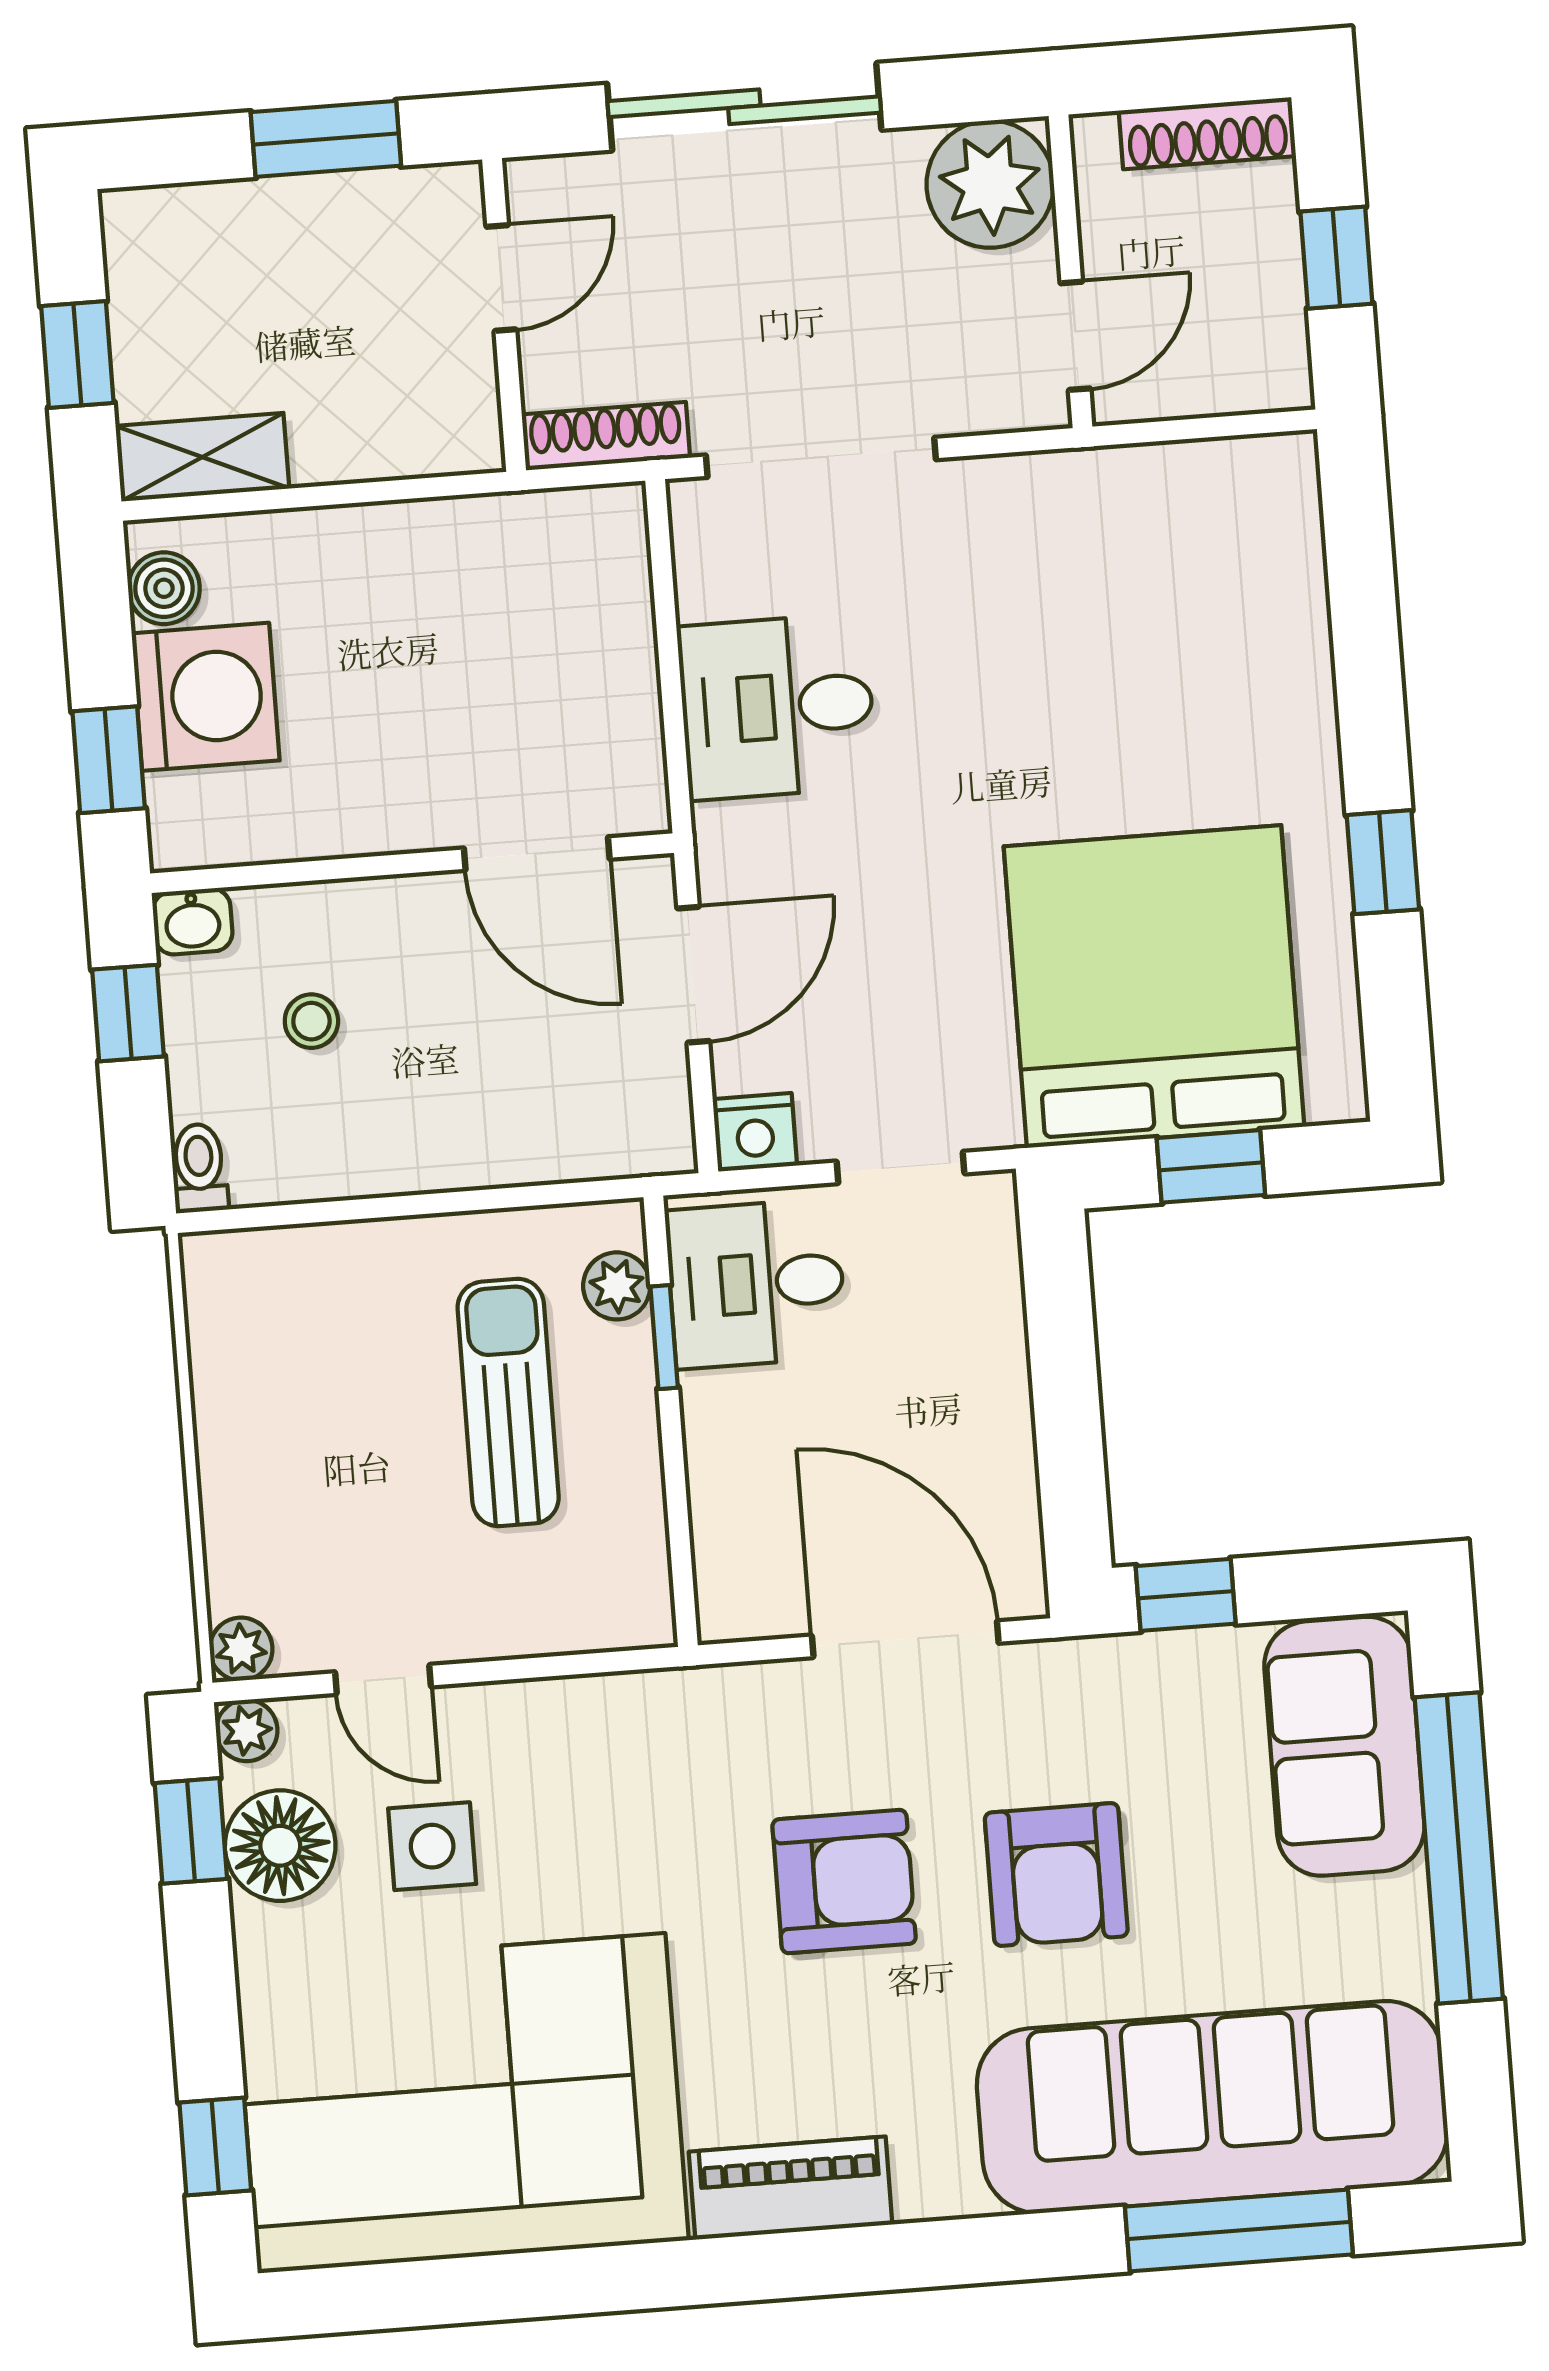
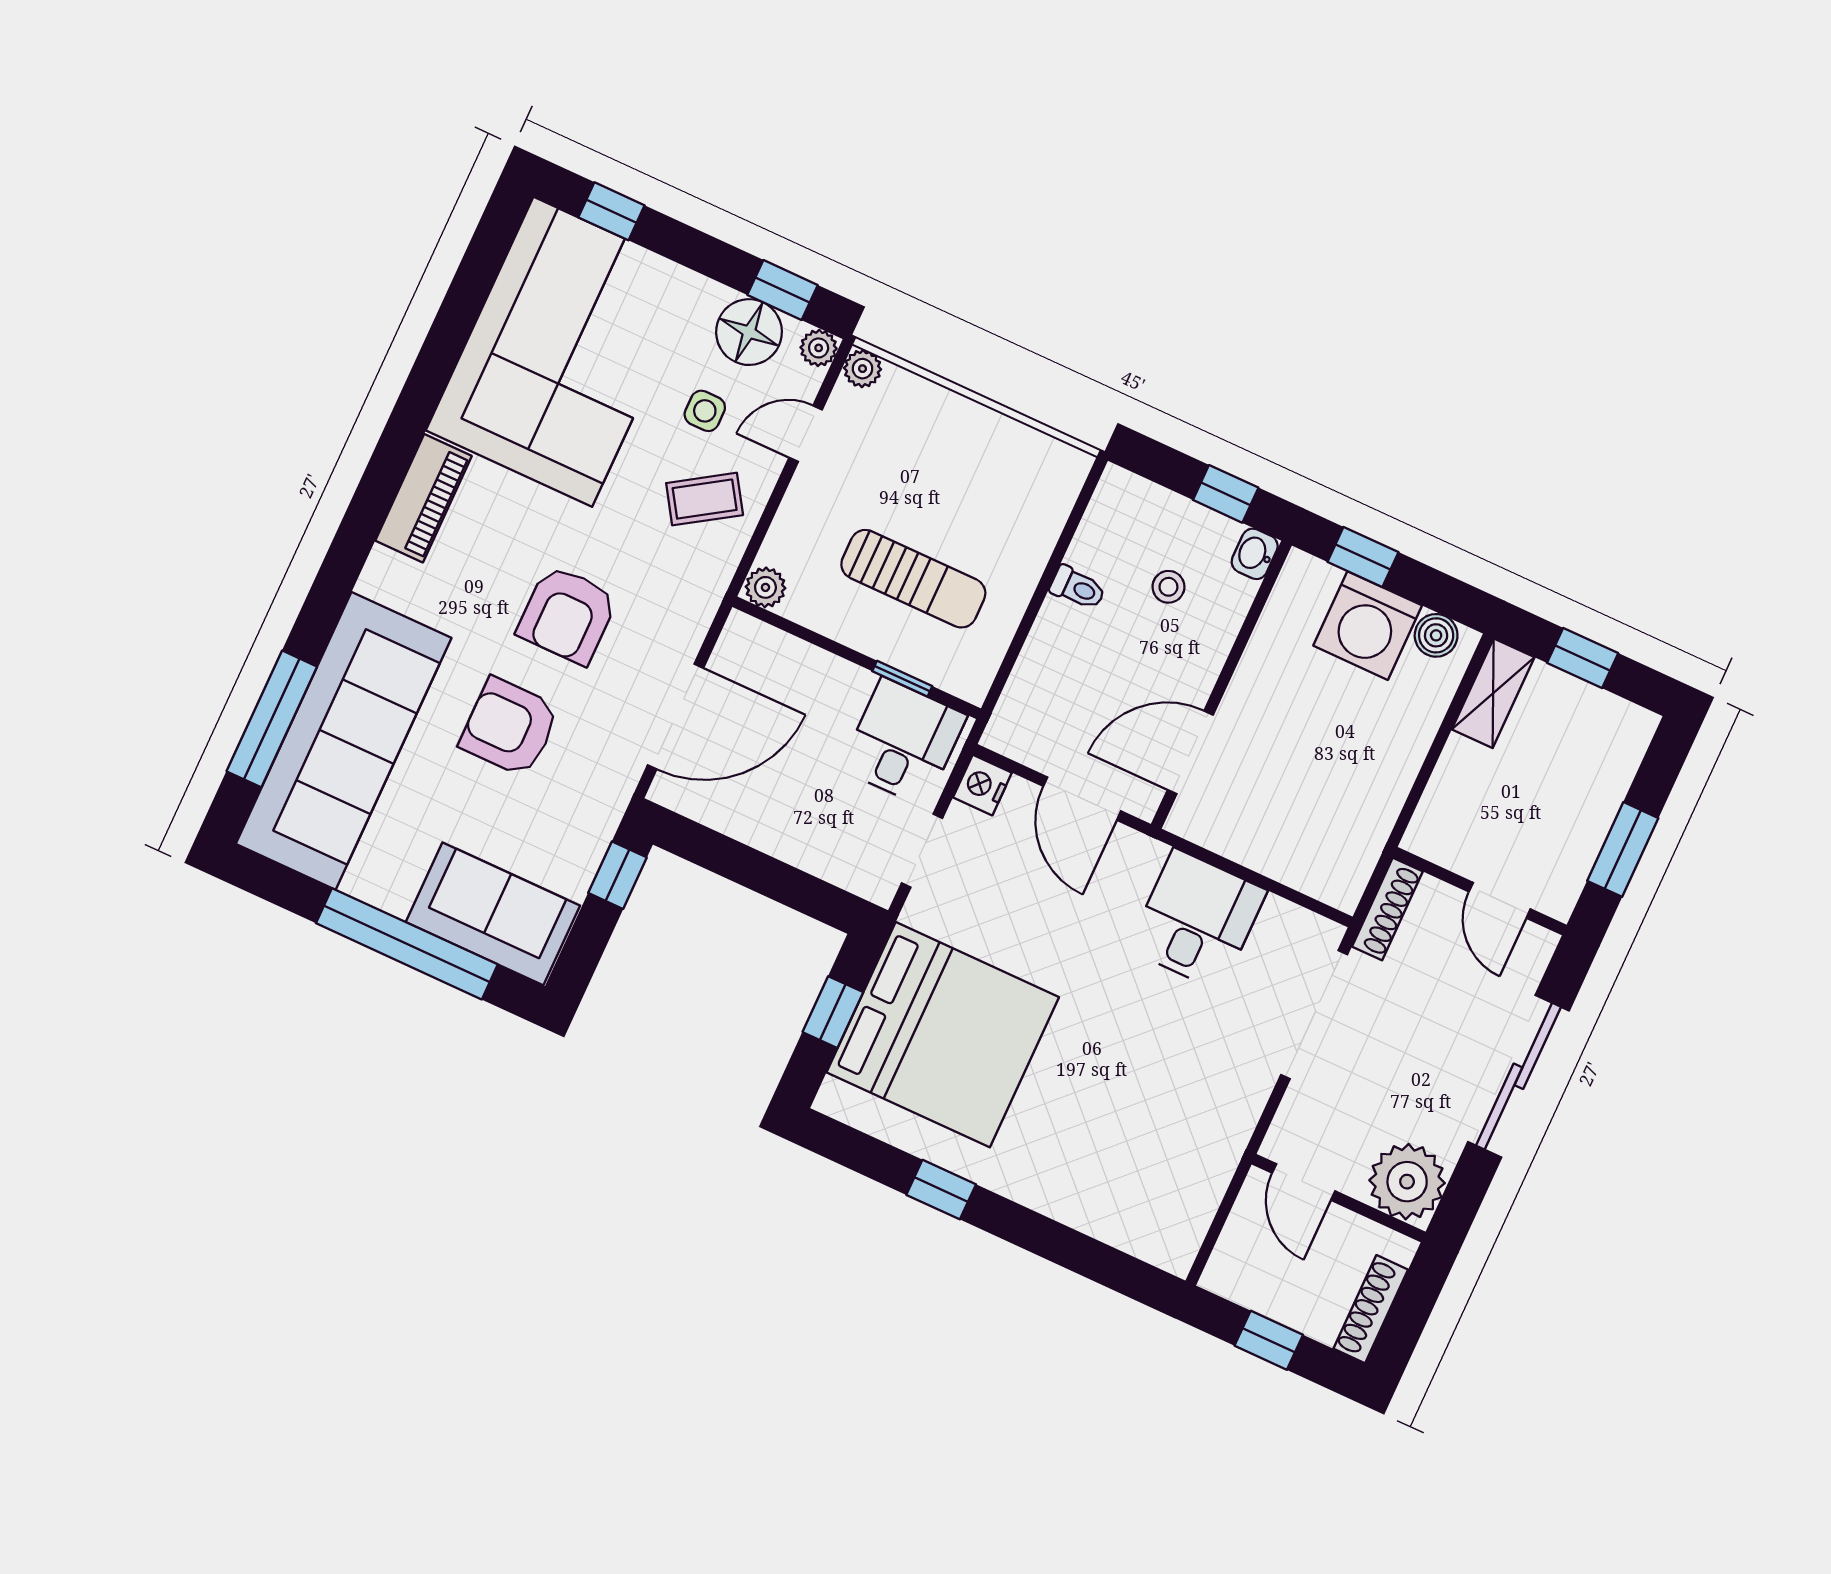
toilet: (199, 1168) -> (1078, 588), moved
plant: (617, 1286) -> (765, 587), moved
coffee table: (562, 1774) -> (705, 499), added
side table: (432, 1846) -> (705, 411), width x0.73, depth x0.73

